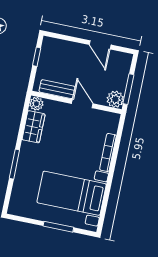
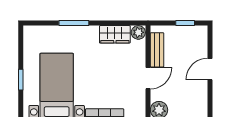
door: (100, 45) -> (210, 69), moved
window: (58, 227) -> (21, 80), width x0.67

